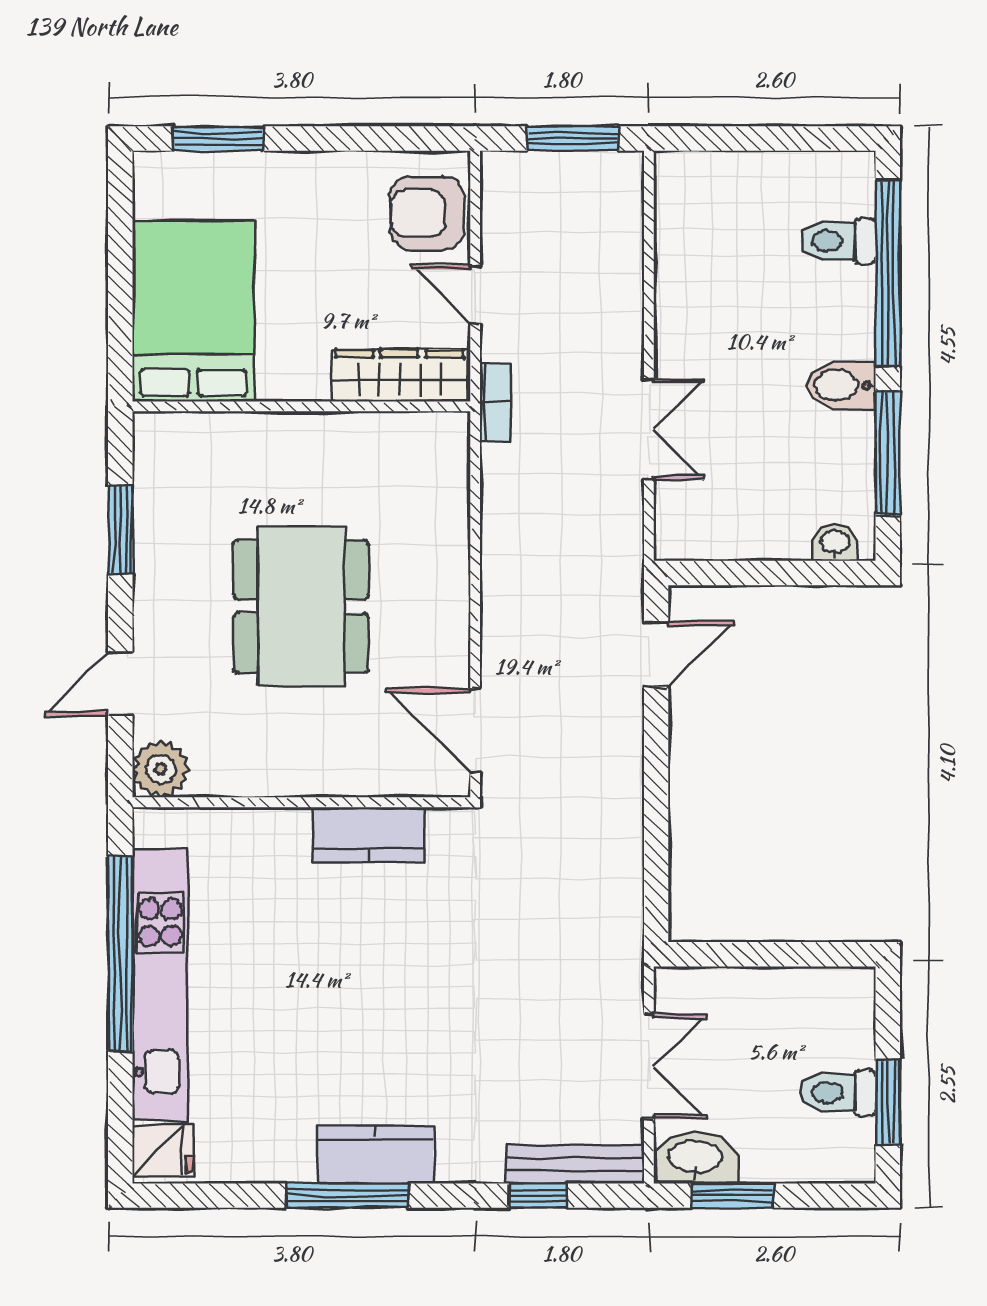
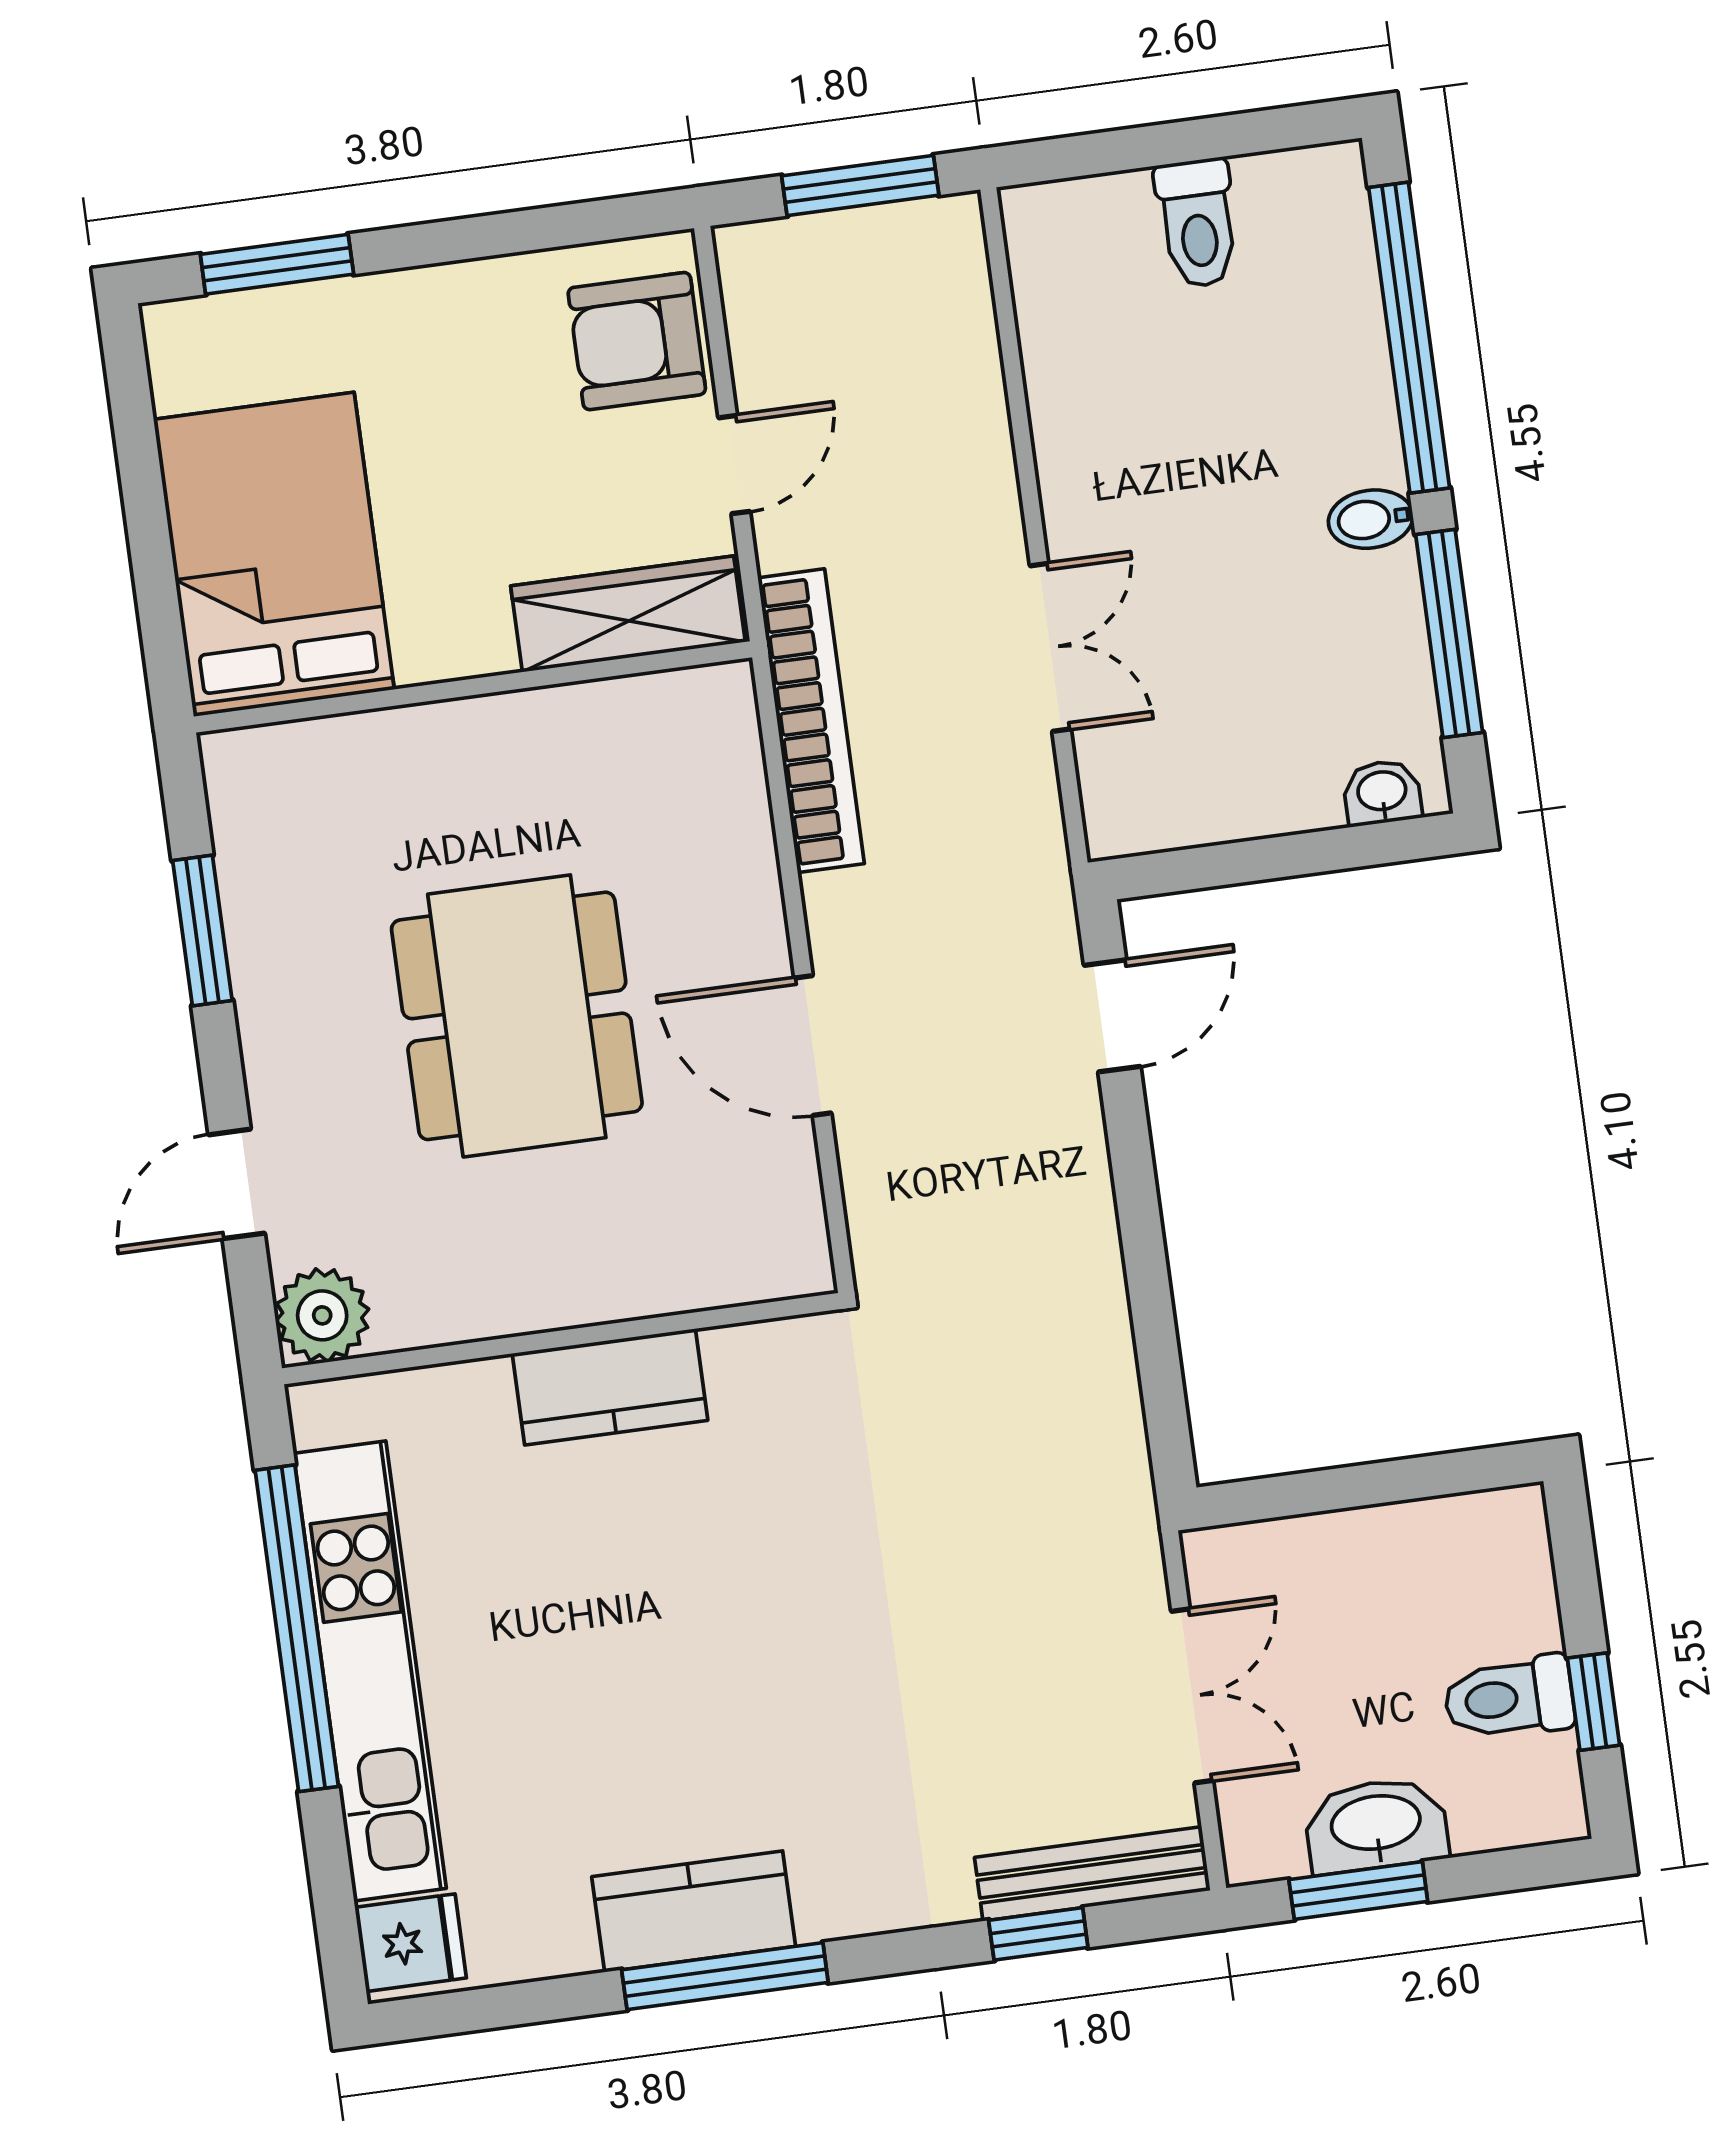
toilet: (838, 241) -> (1198, 223), moved, turned -90
door: (475, 295) -> (734, 465), swing flipped
bidet: (841, 385) -> (1371, 519), width x0.72, depth x0.74
bookcase: (495, 403) -> (811, 721), width x2.31, depth x1.31
door: (475, 731) -> (813, 1046), moved
kitchen counter: (369, 835) -> (610, 1387), moved
window: (888, 1102) -> (1594, 1702), width x0.67
kitchen counter: (375, 1155) -> (694, 1912), moved
washbasin: (695, 1158) -> (1376, 1825), moved

